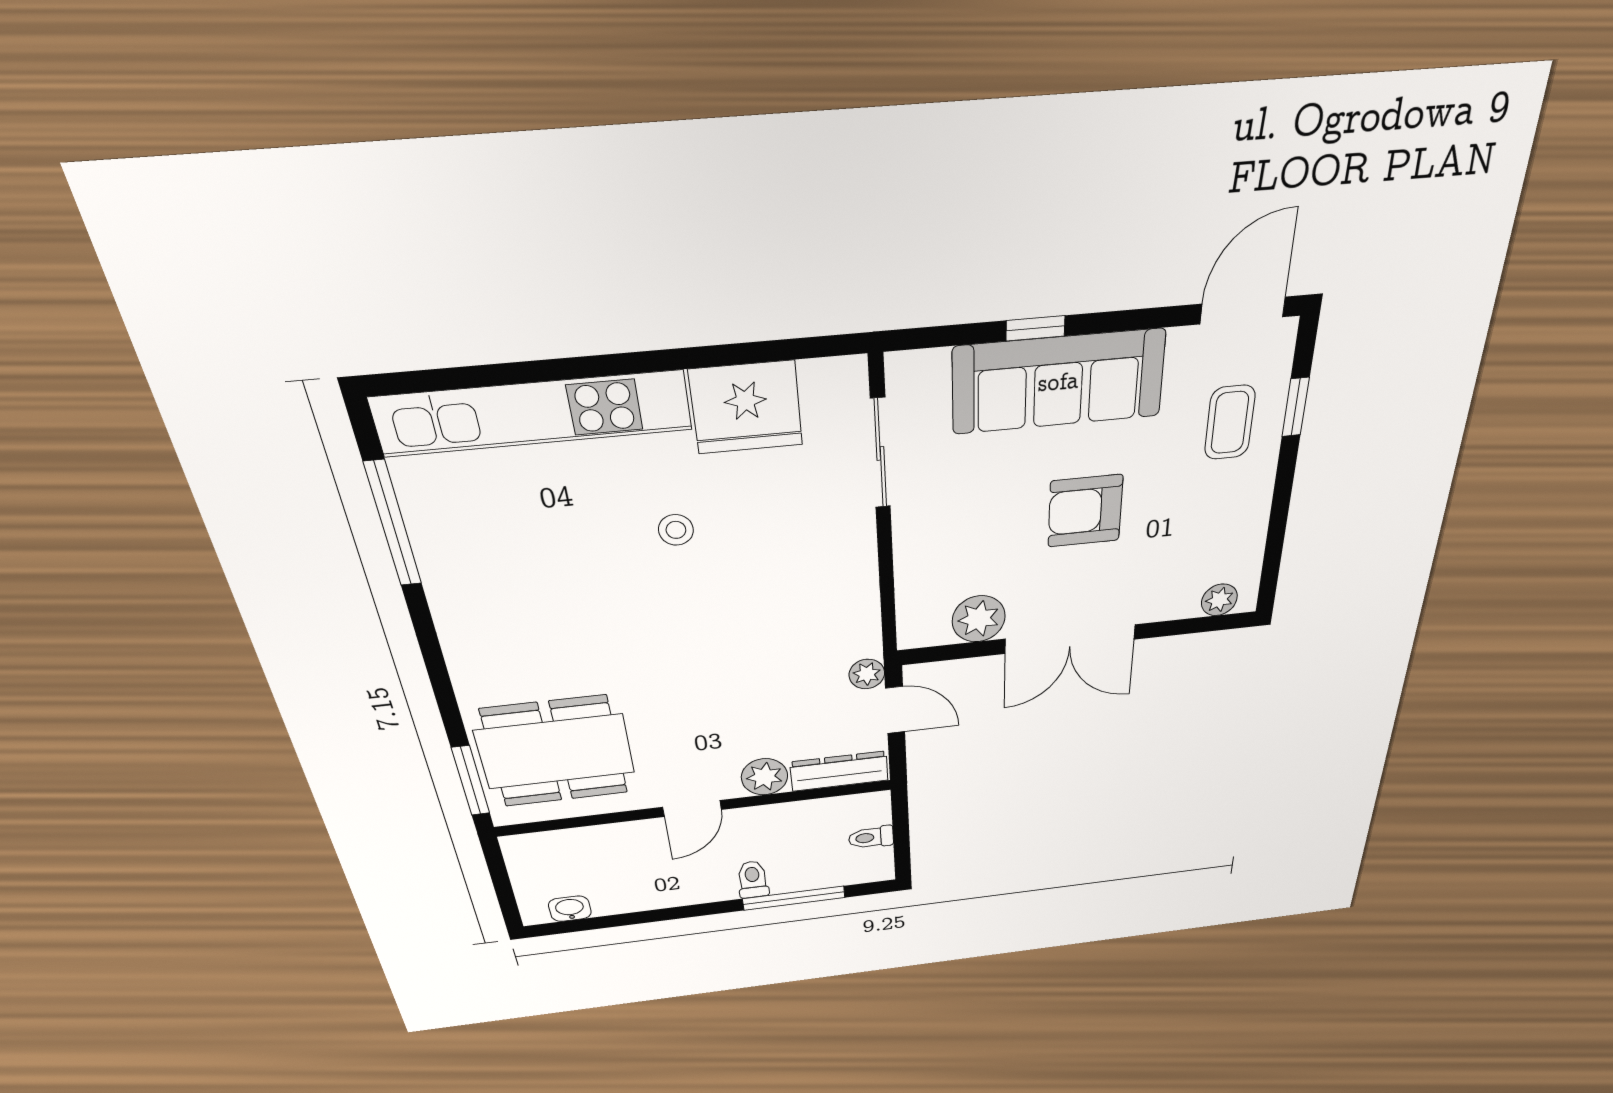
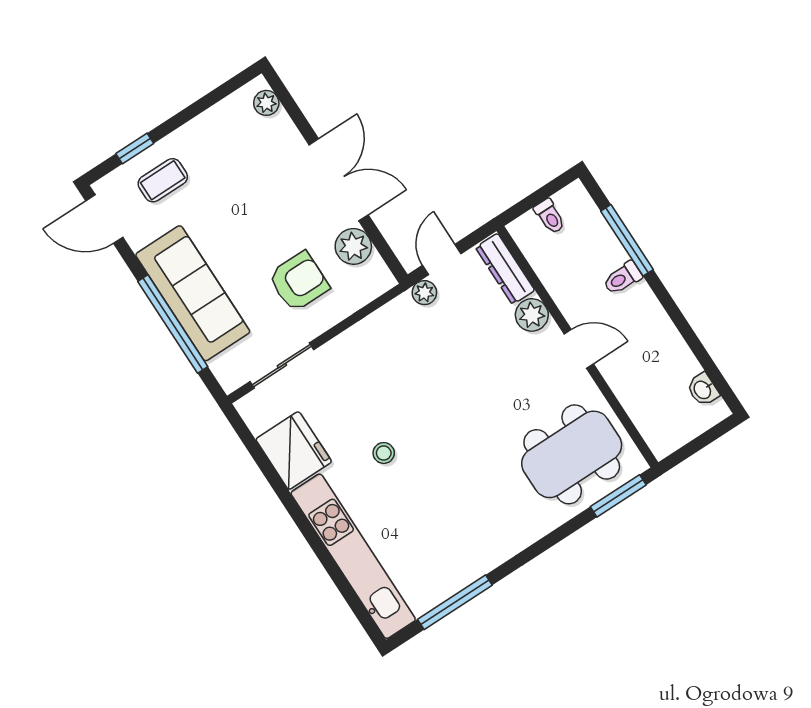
window: (1035, 328) -> (173, 324), width x3.17
armchair: (1085, 511) -> (299, 281), moved, turned -90
dining table: (555, 752) -> (572, 454), turned 90

